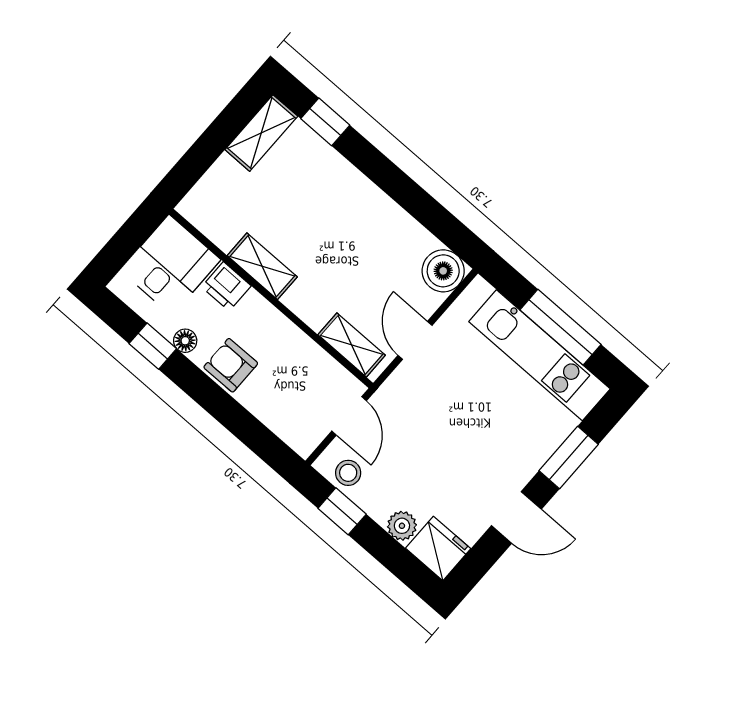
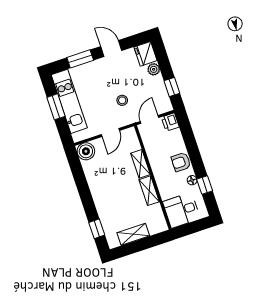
shelving: (261, 133) -> (133, 234), moved
printer: (226, 286) -> (170, 122), moved, turned 180
window: (561, 327) -> (56, 107), width x0.69
shelving: (352, 345) -> (140, 164), moved
armchair: (231, 365) -> (181, 162), turned 90
stool: (348, 473) -> (122, 100), moved

